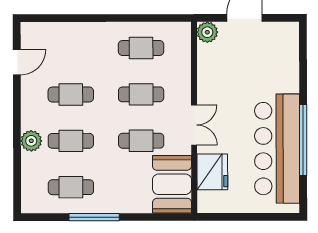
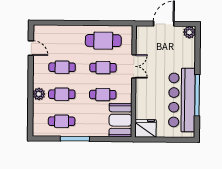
plant: (207, 32) -> (189, 32), moved
cafe table: (141, 48) -> (103, 41), width x1.37, depth x1.35
door: (17, 62) -> (31, 48), hinge flipped
double door: (194, 125) -> (134, 66), moved
fridge: (212, 172) -> (145, 128), moved, turned -90

